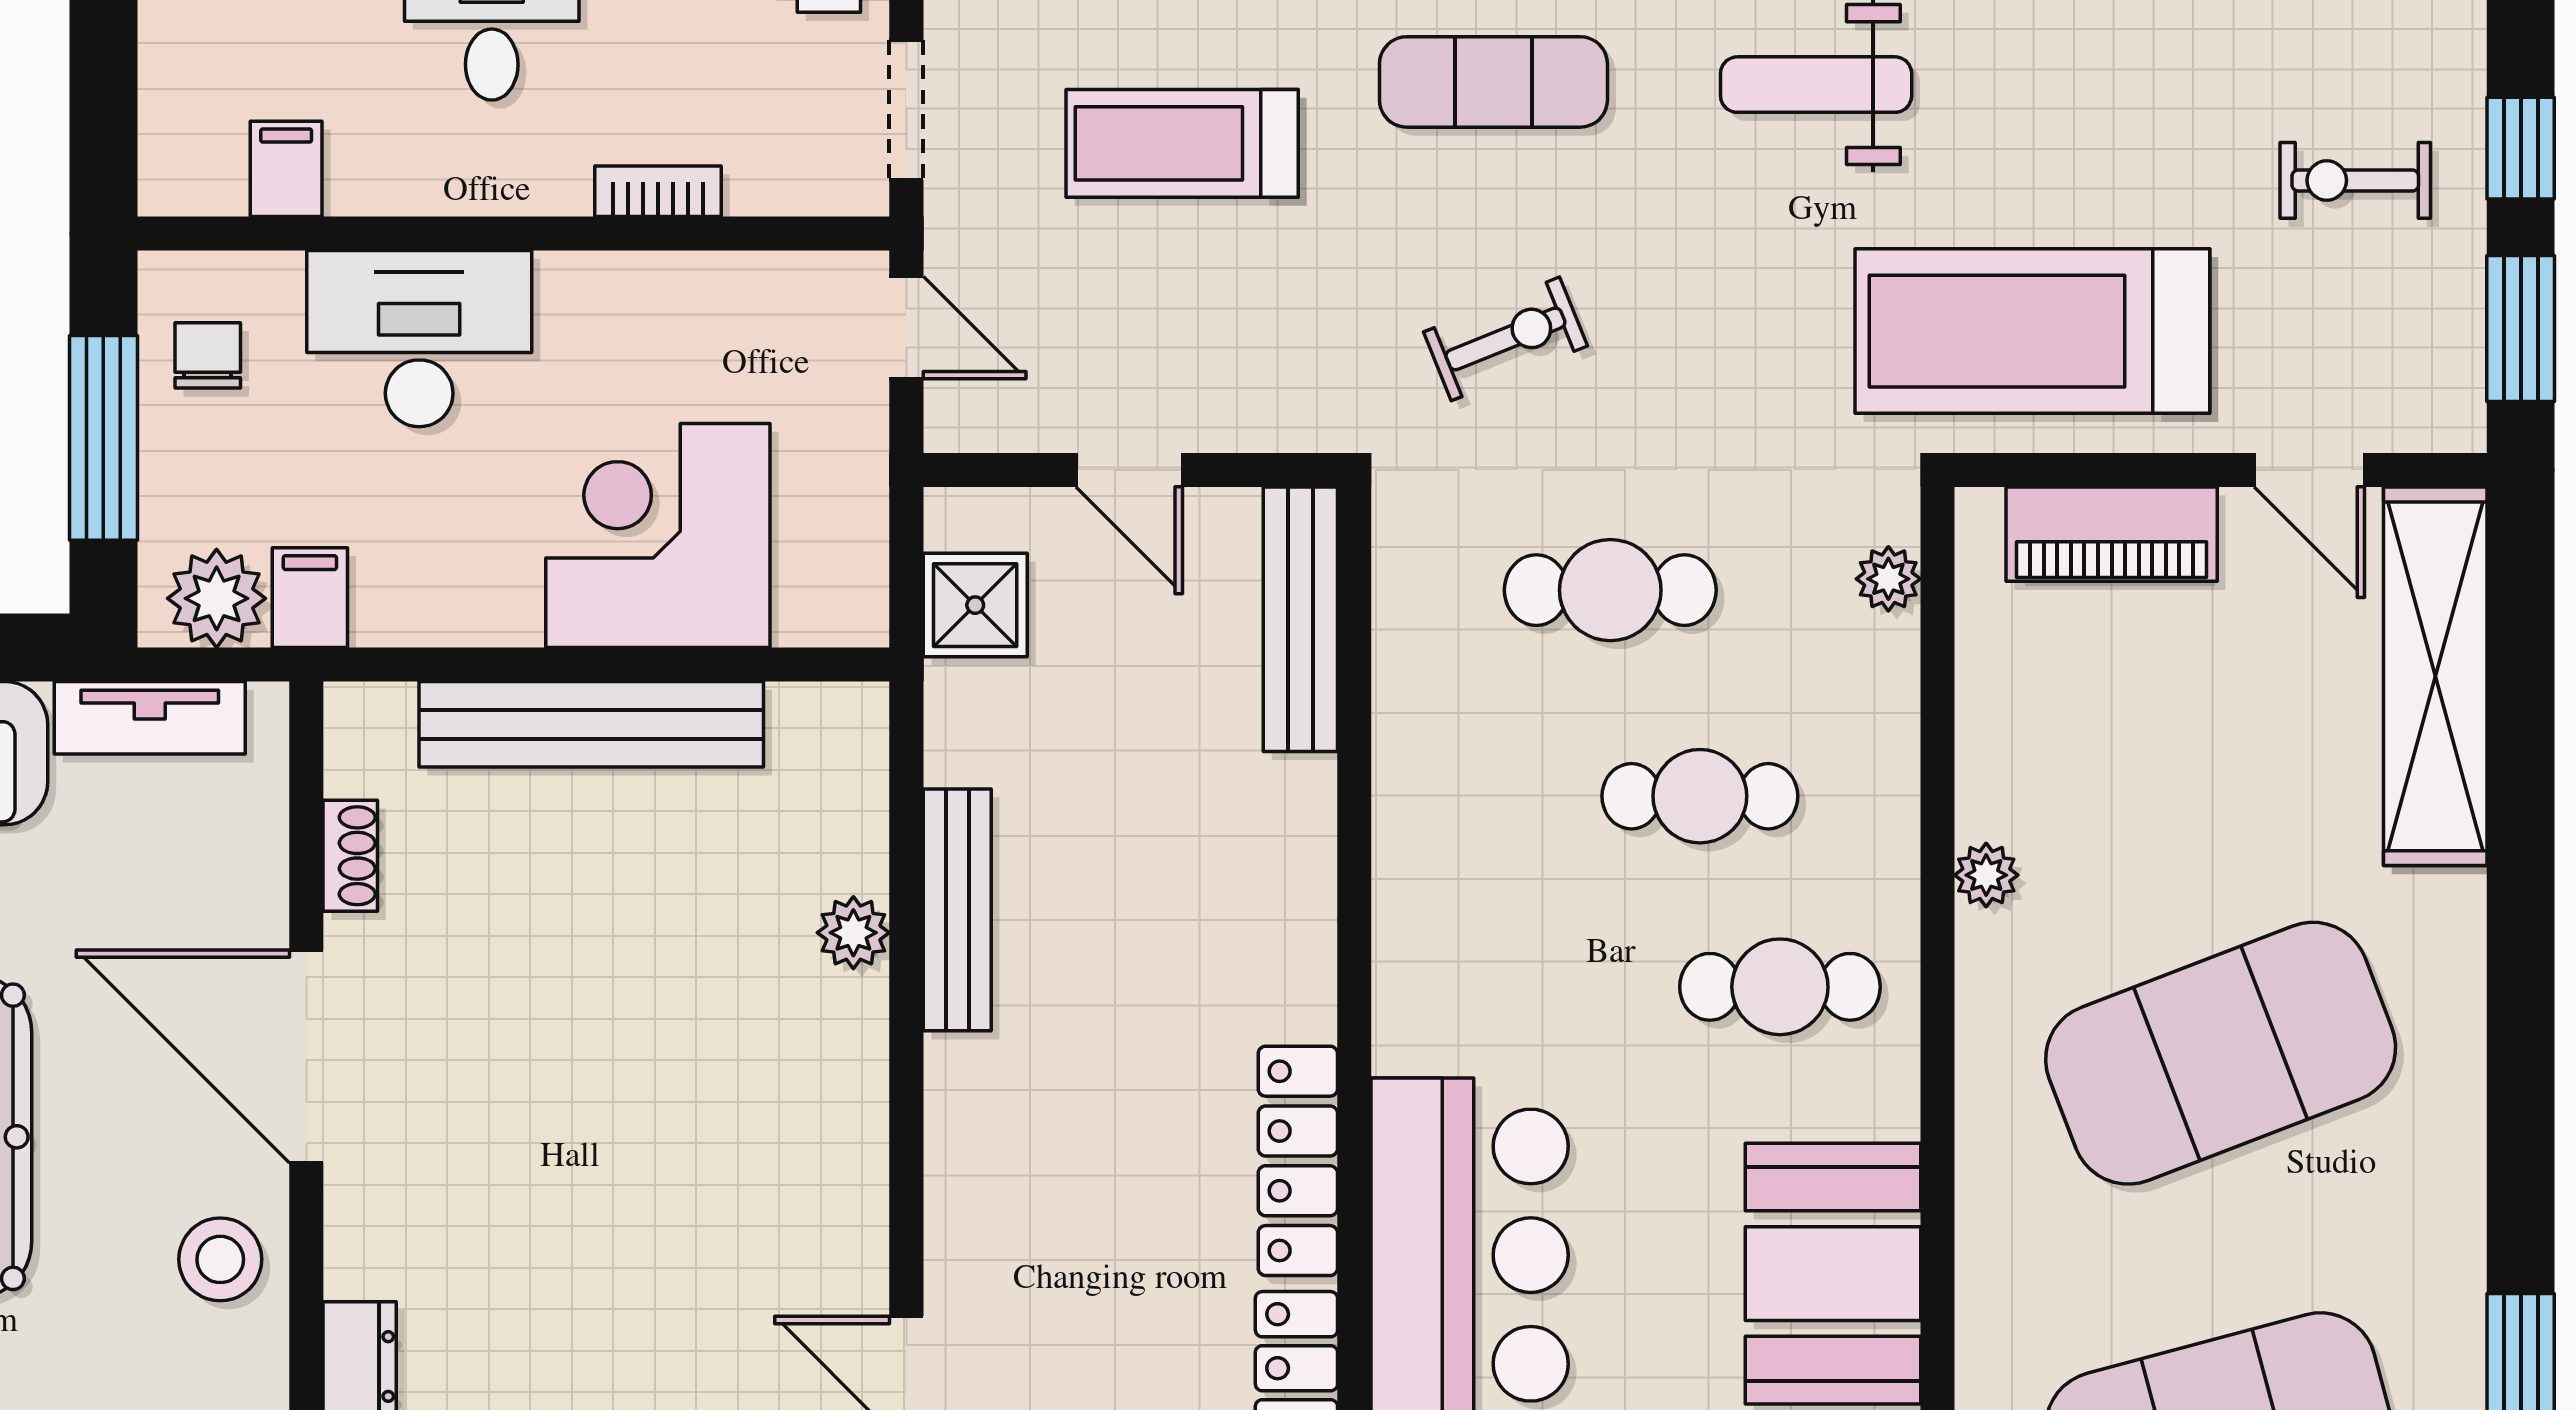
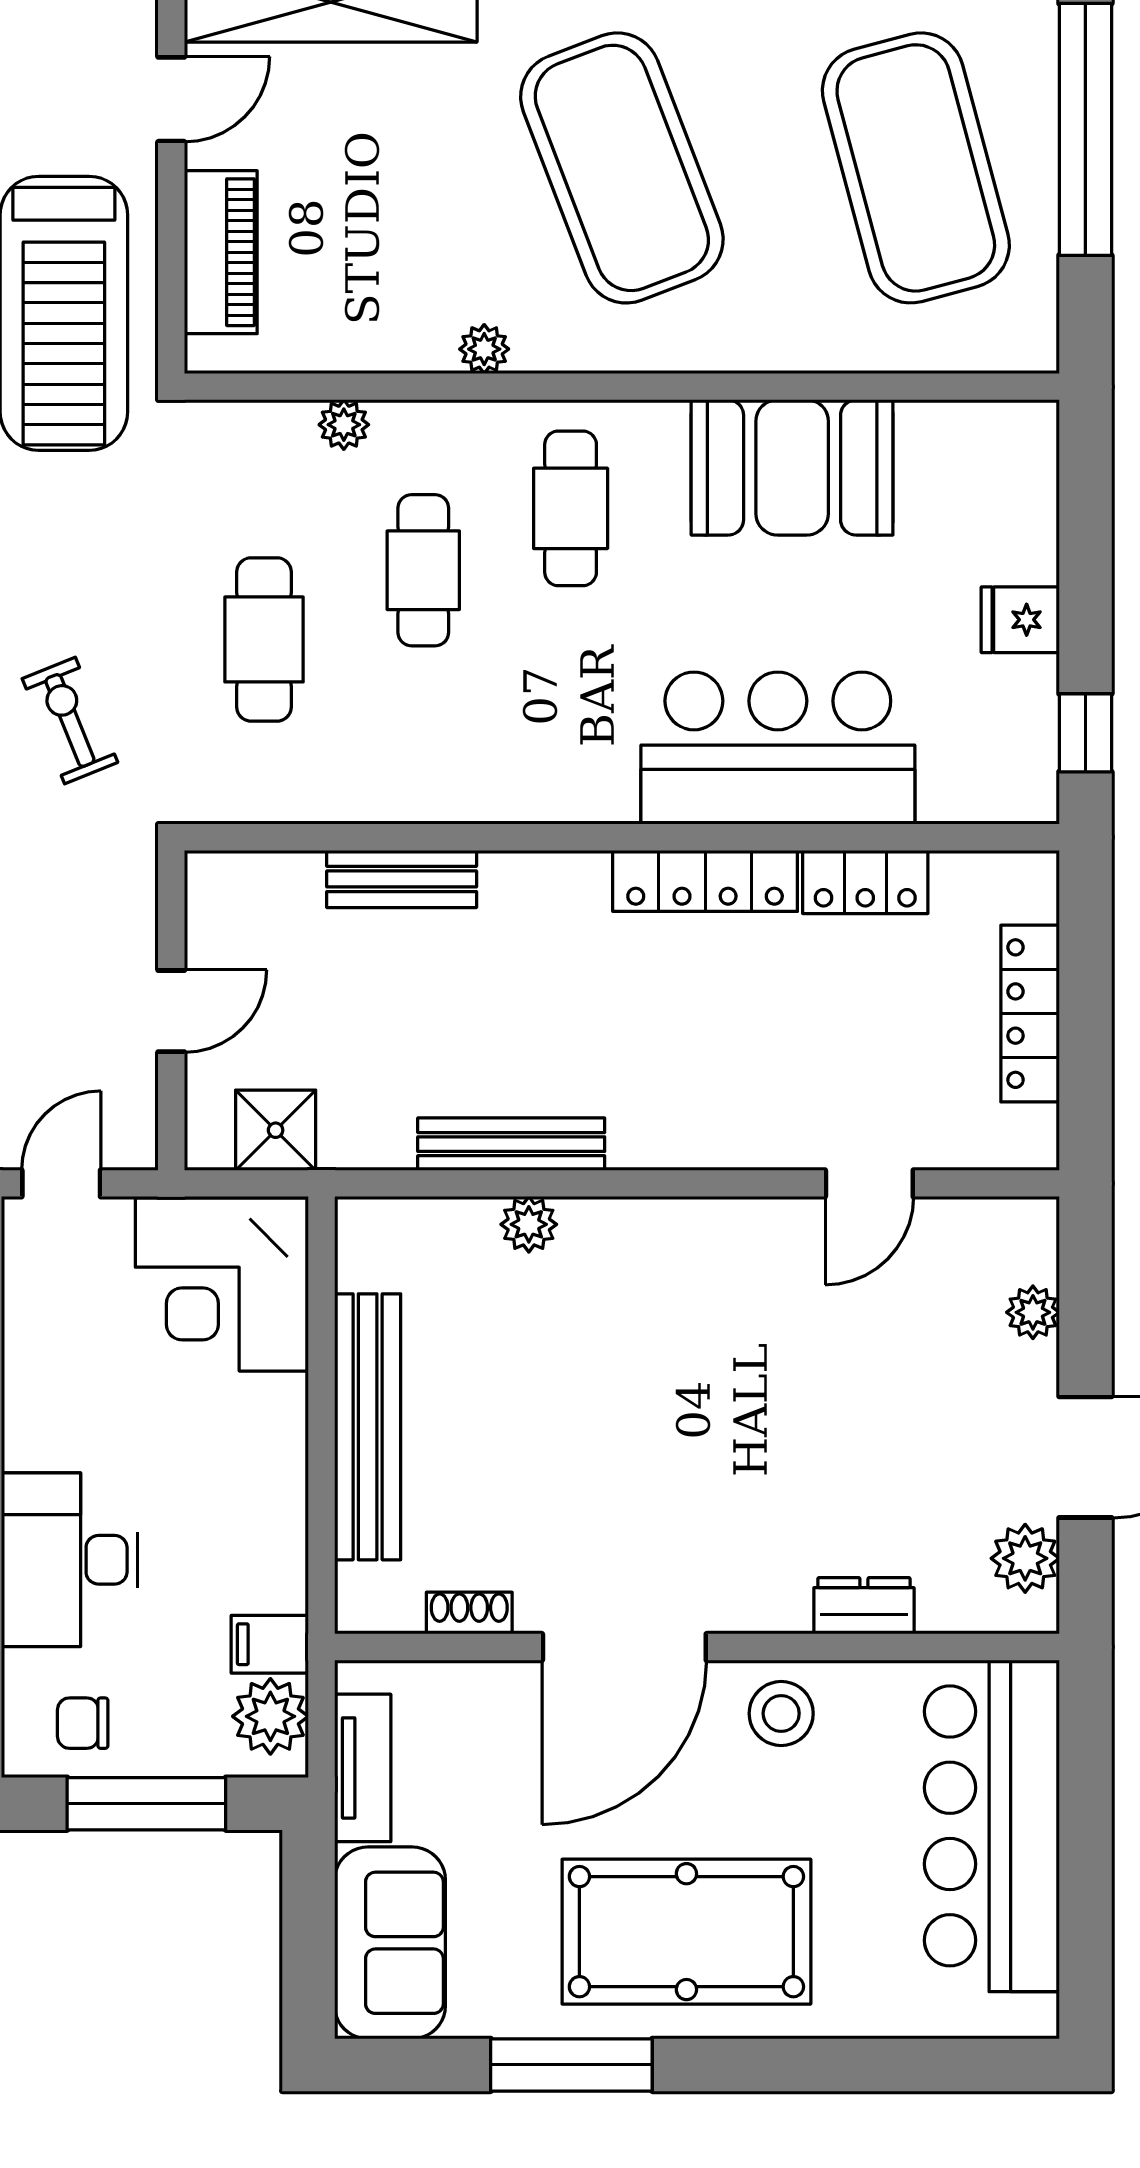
corner desk: (658, 535) -> (222, 1284), moved
plant: (1888, 579) -> (344, 425), moved
bench: (1300, 619) -> (402, 879), moved, width x0.73

